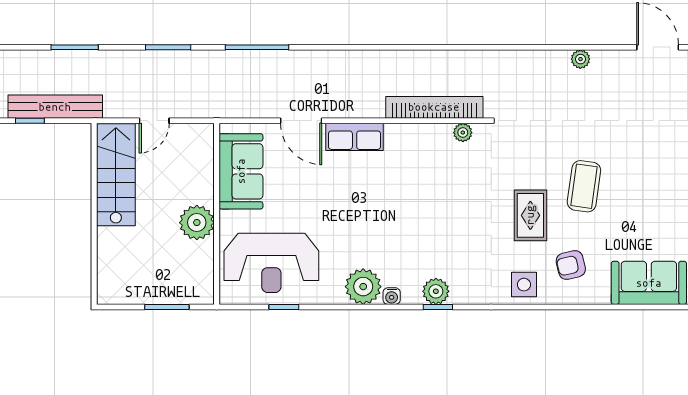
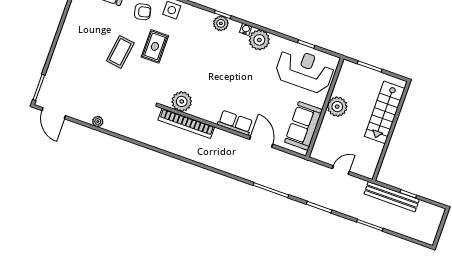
plant: (463, 133) -> (182, 101), width x1.87, depth x1.87
stairs: (116, 175) -> (385, 112), moved

